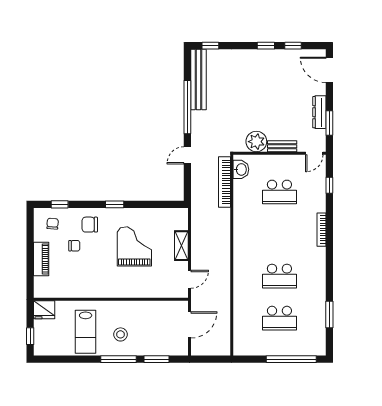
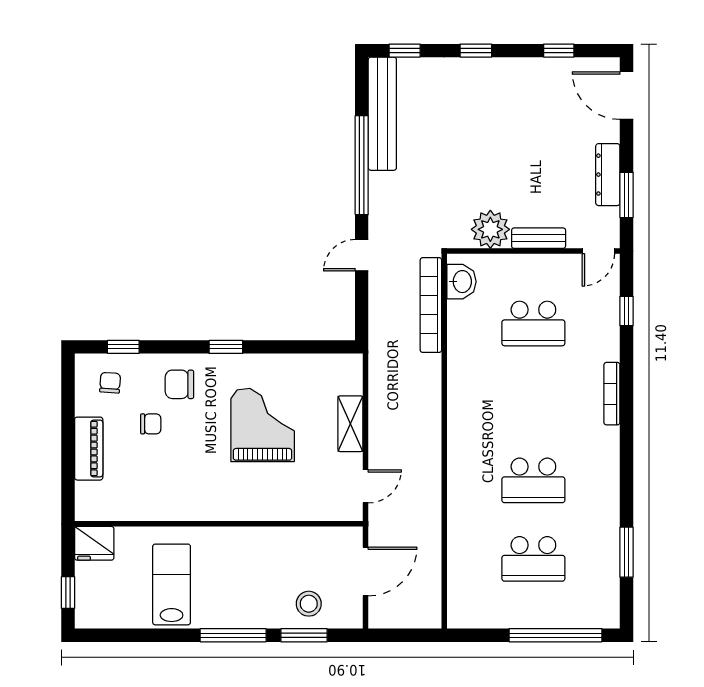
window: (266, 46) -> (476, 51), moved
lab bench: (86, 332) -> (172, 584), turned 180
stool: (120, 334) -> (309, 604), moved

